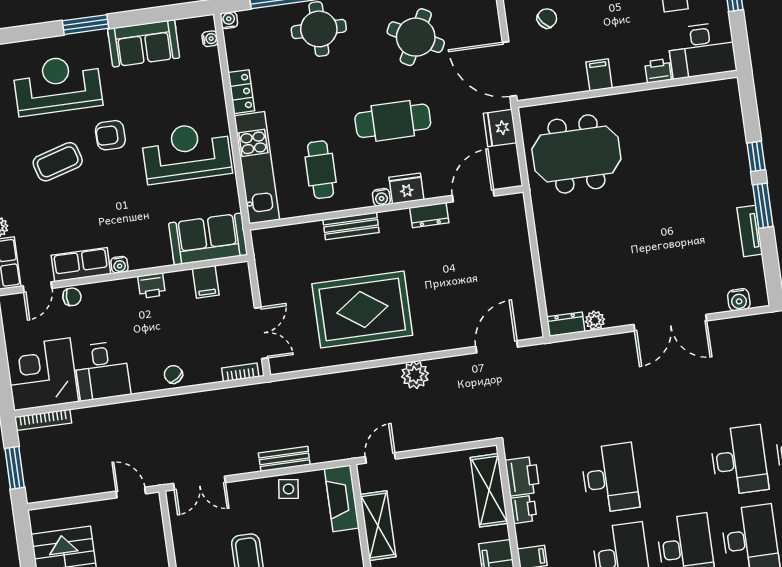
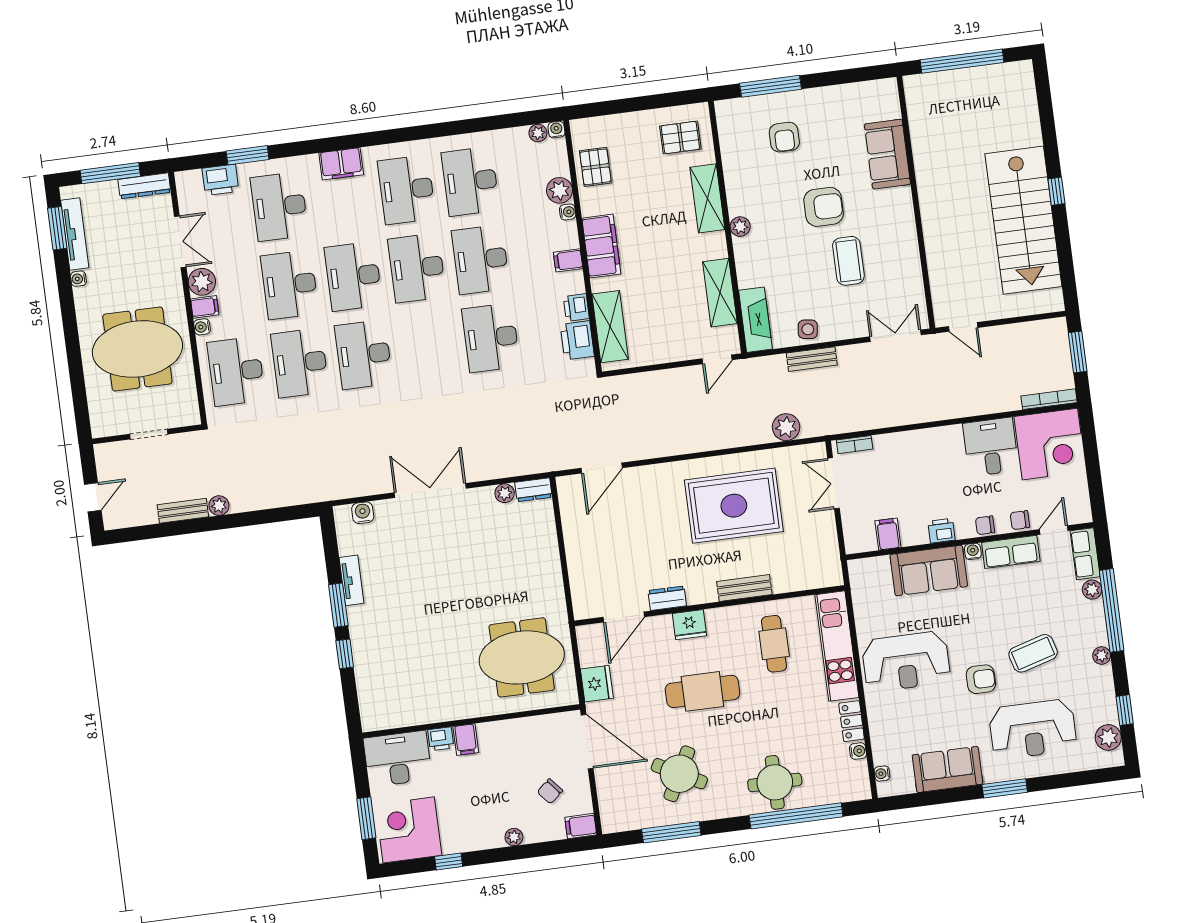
water cooler: (229, 20) -> (858, 751), moved, turned -90
filing cabinet: (599, 75) -> (466, 740), moved
water cooler: (381, 197) -> (714, 616), removed
sofa: (208, 239) -> (929, 570), moved
chair: (173, 374) -> (985, 525), moved, turned 126
plant: (415, 375) -> (786, 427), moved

